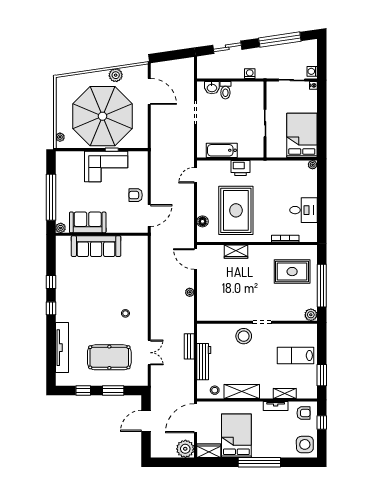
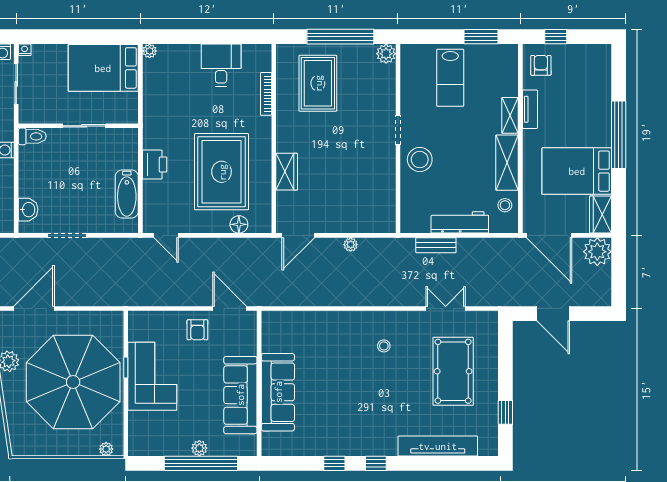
toilet: (225, 90) -> (32, 136), moved
rug: (236, 210) -> (222, 172), turned 90
sofa: (88, 222) -> (240, 395), width x1.36
plant: (61, 228) -> (199, 448), moved
window: (113, 390) -> (505, 365), removed
shelving: (285, 393) -> (510, 115), moved
side table: (305, 444) -> (590, 63), removed

